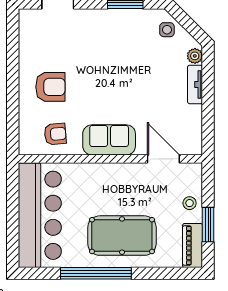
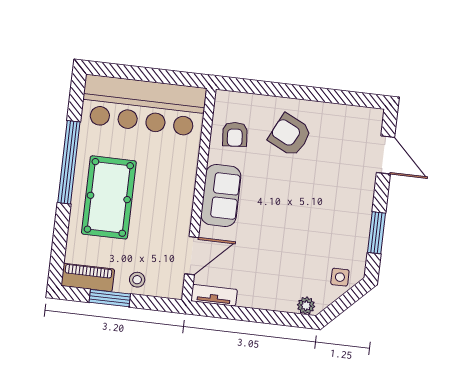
tv unit: (195, 84) -> (214, 295), moved
armchair: (50, 87) -> (290, 135), turned 116

